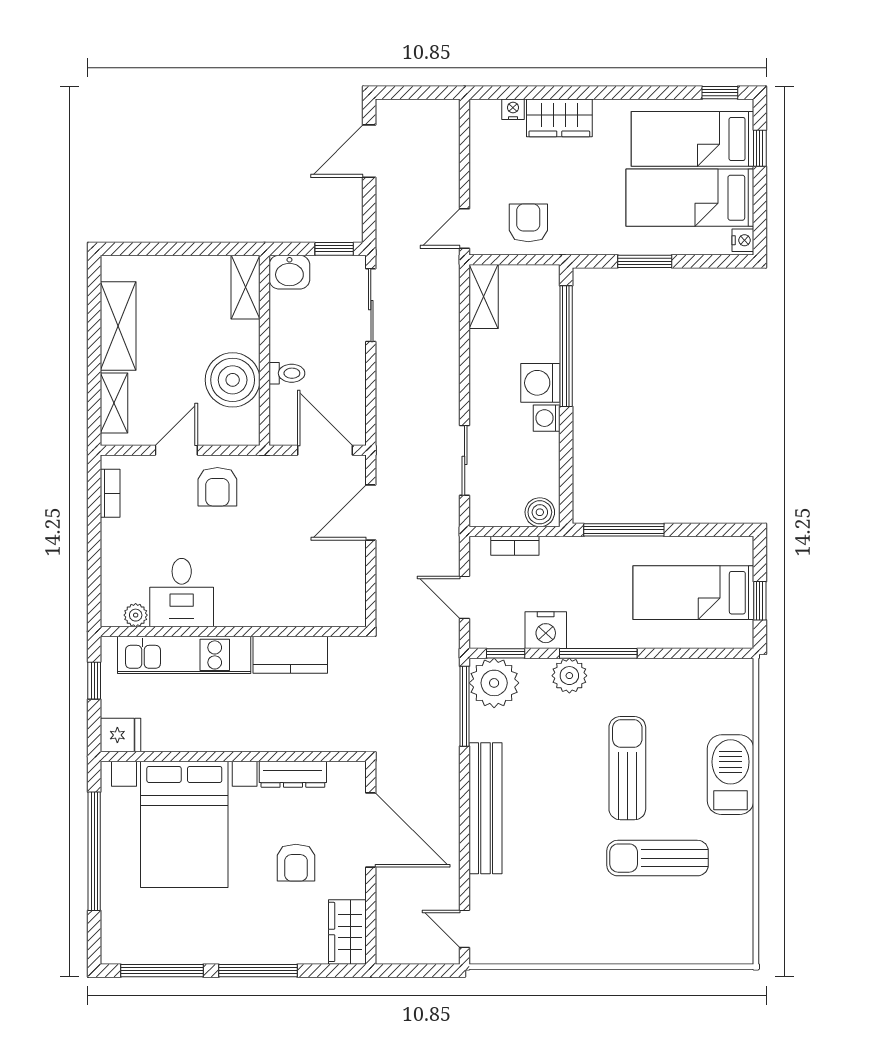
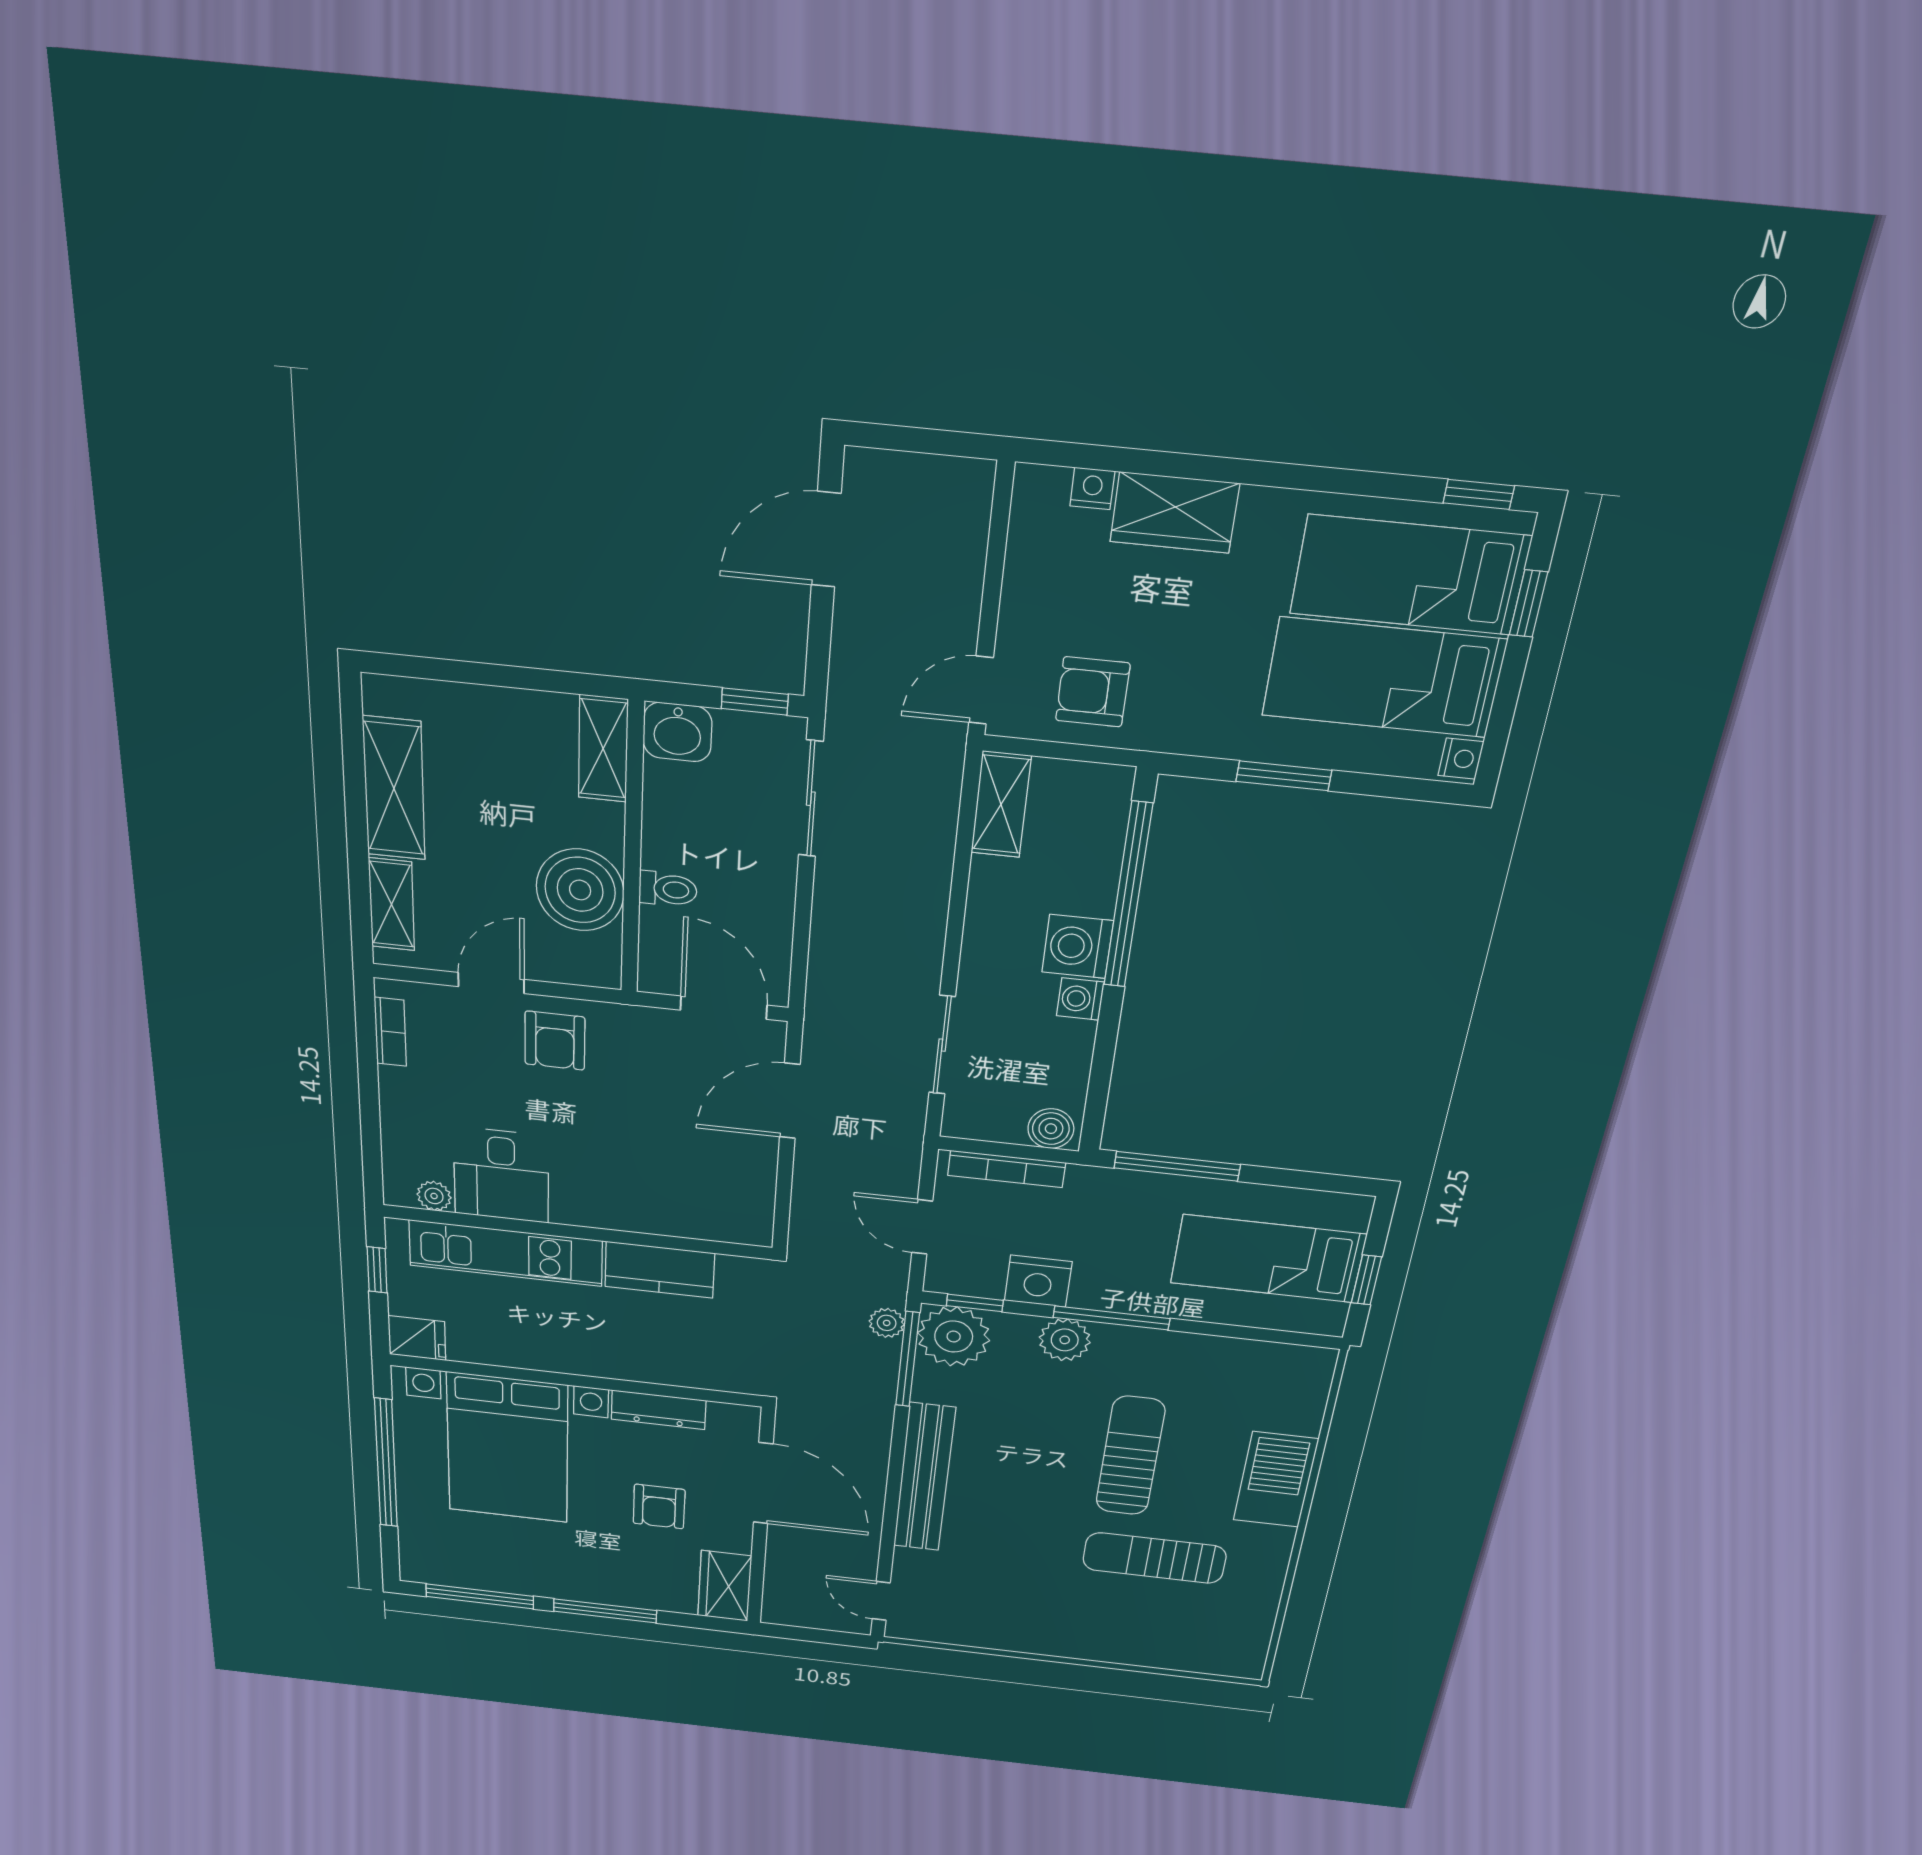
armchair: (528, 223) -> (1093, 692), turned -90
bookcase: (515, 546) -> (1006, 1169), width x1.56
plant: (448, 678) -> (887, 1323), added

